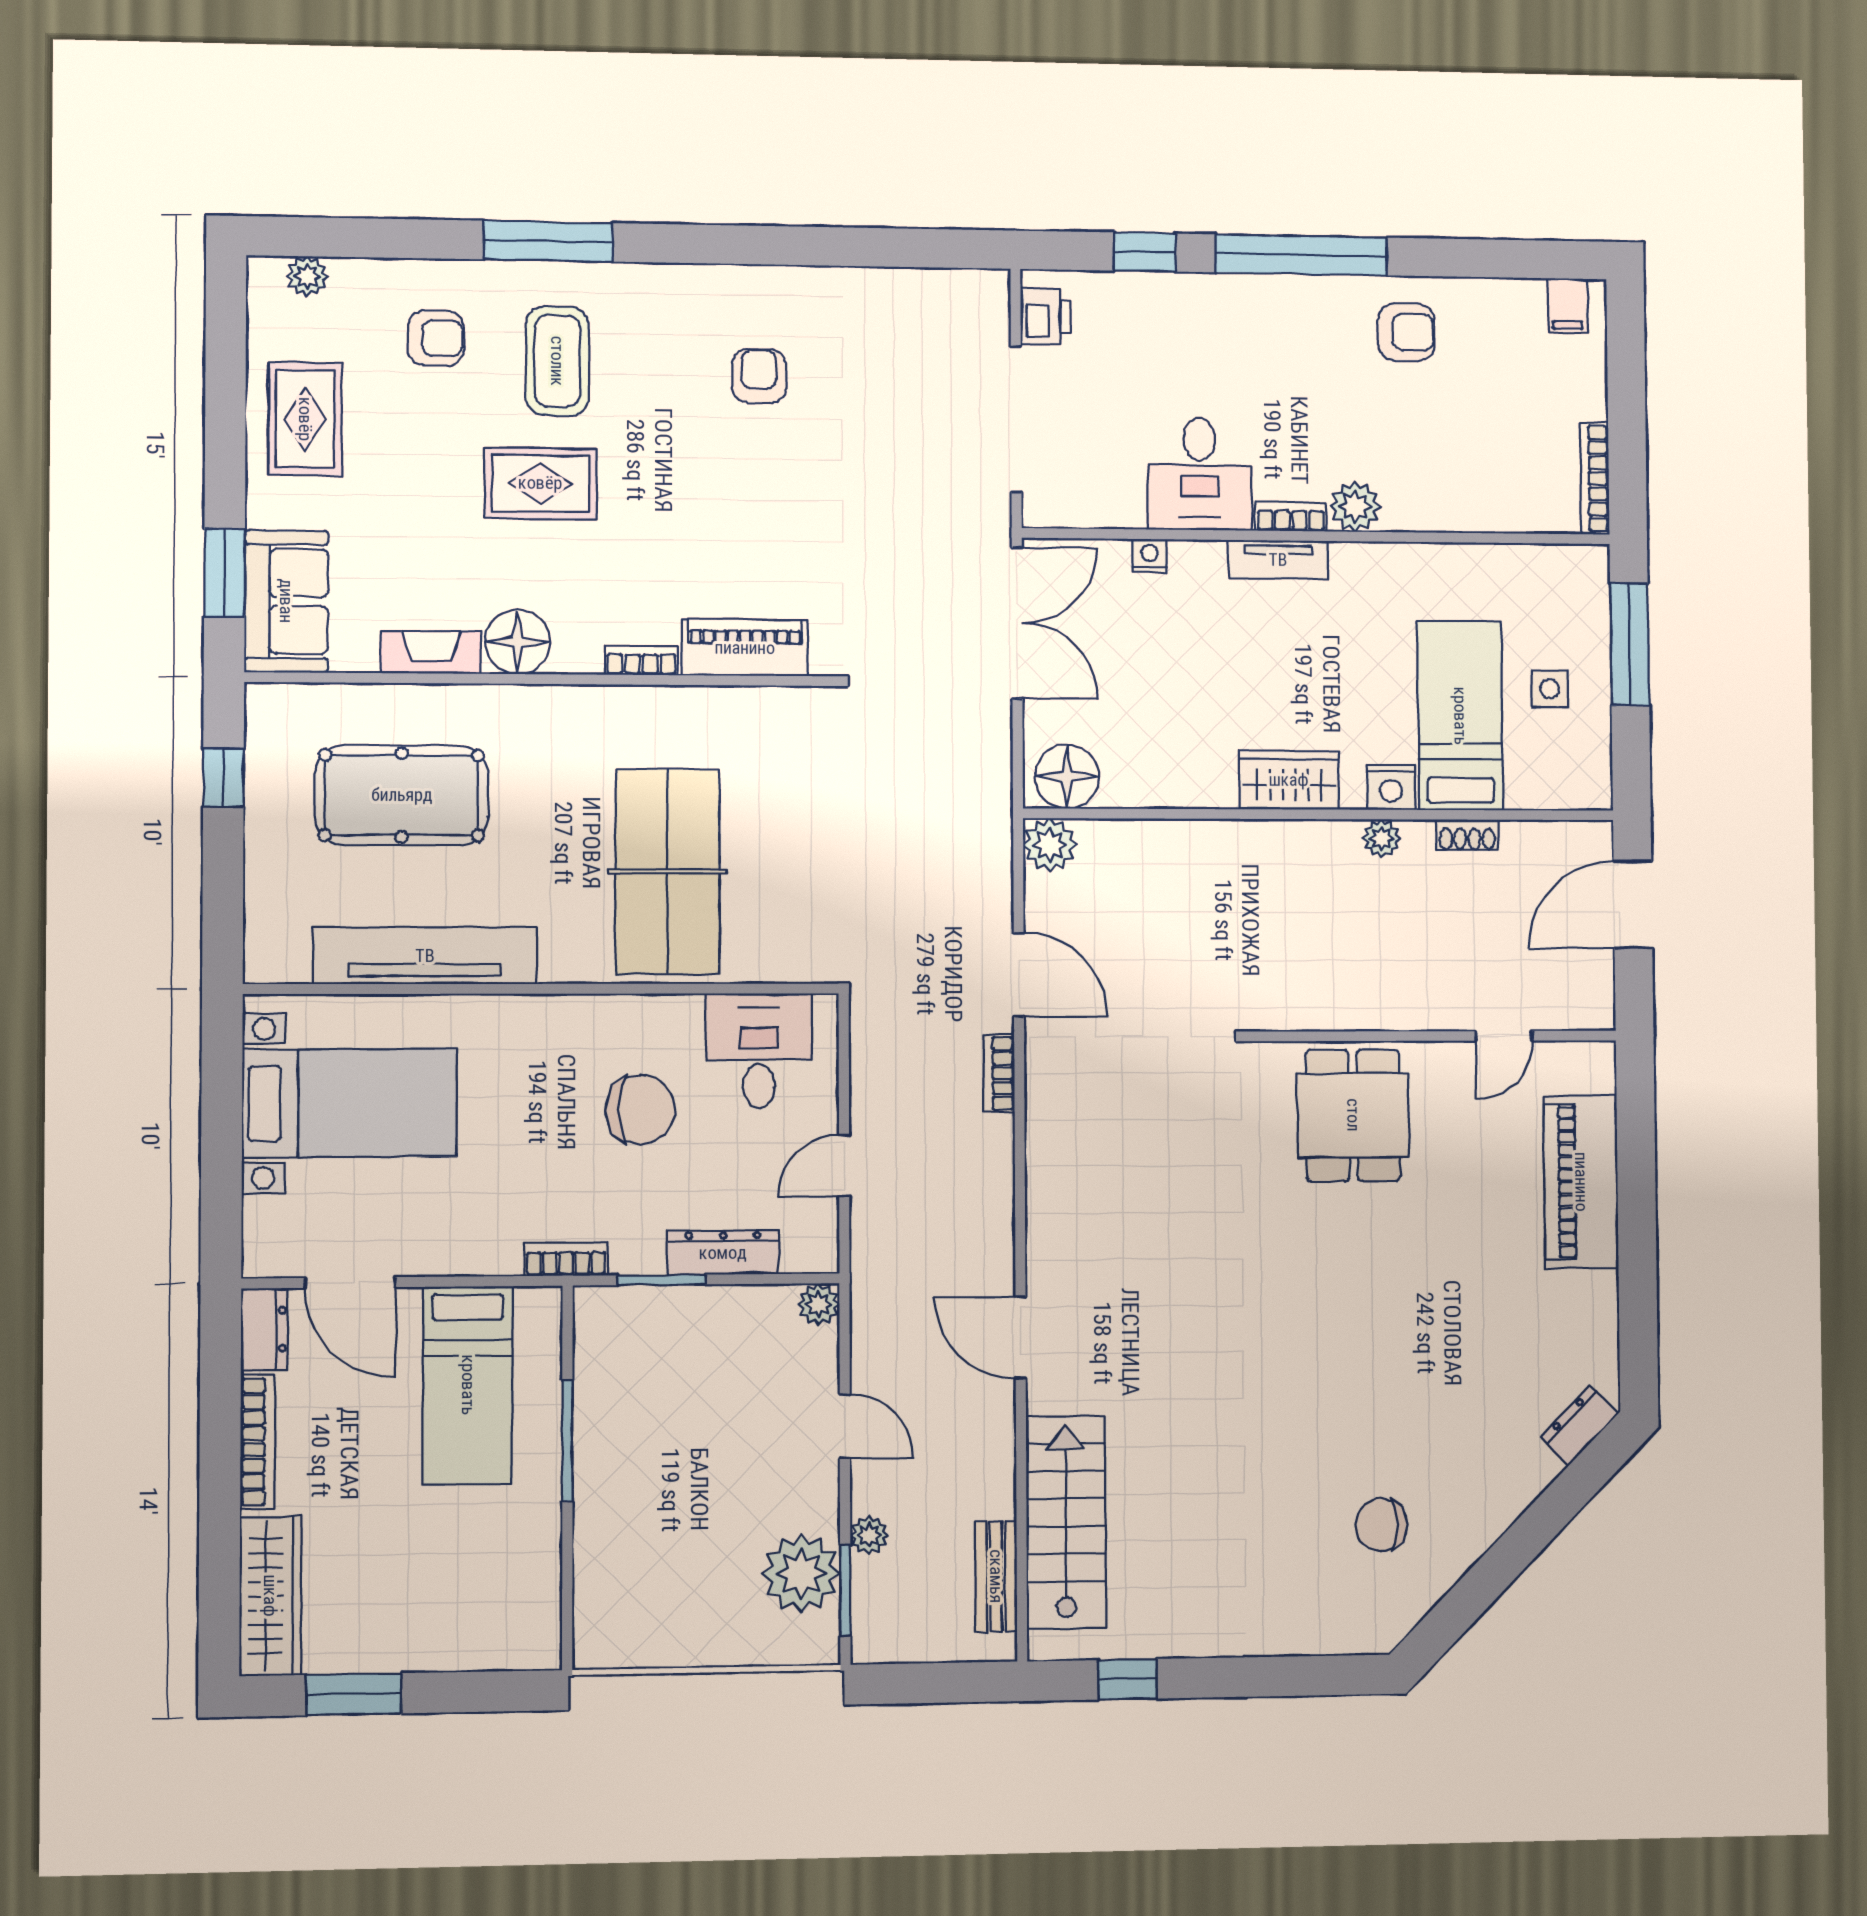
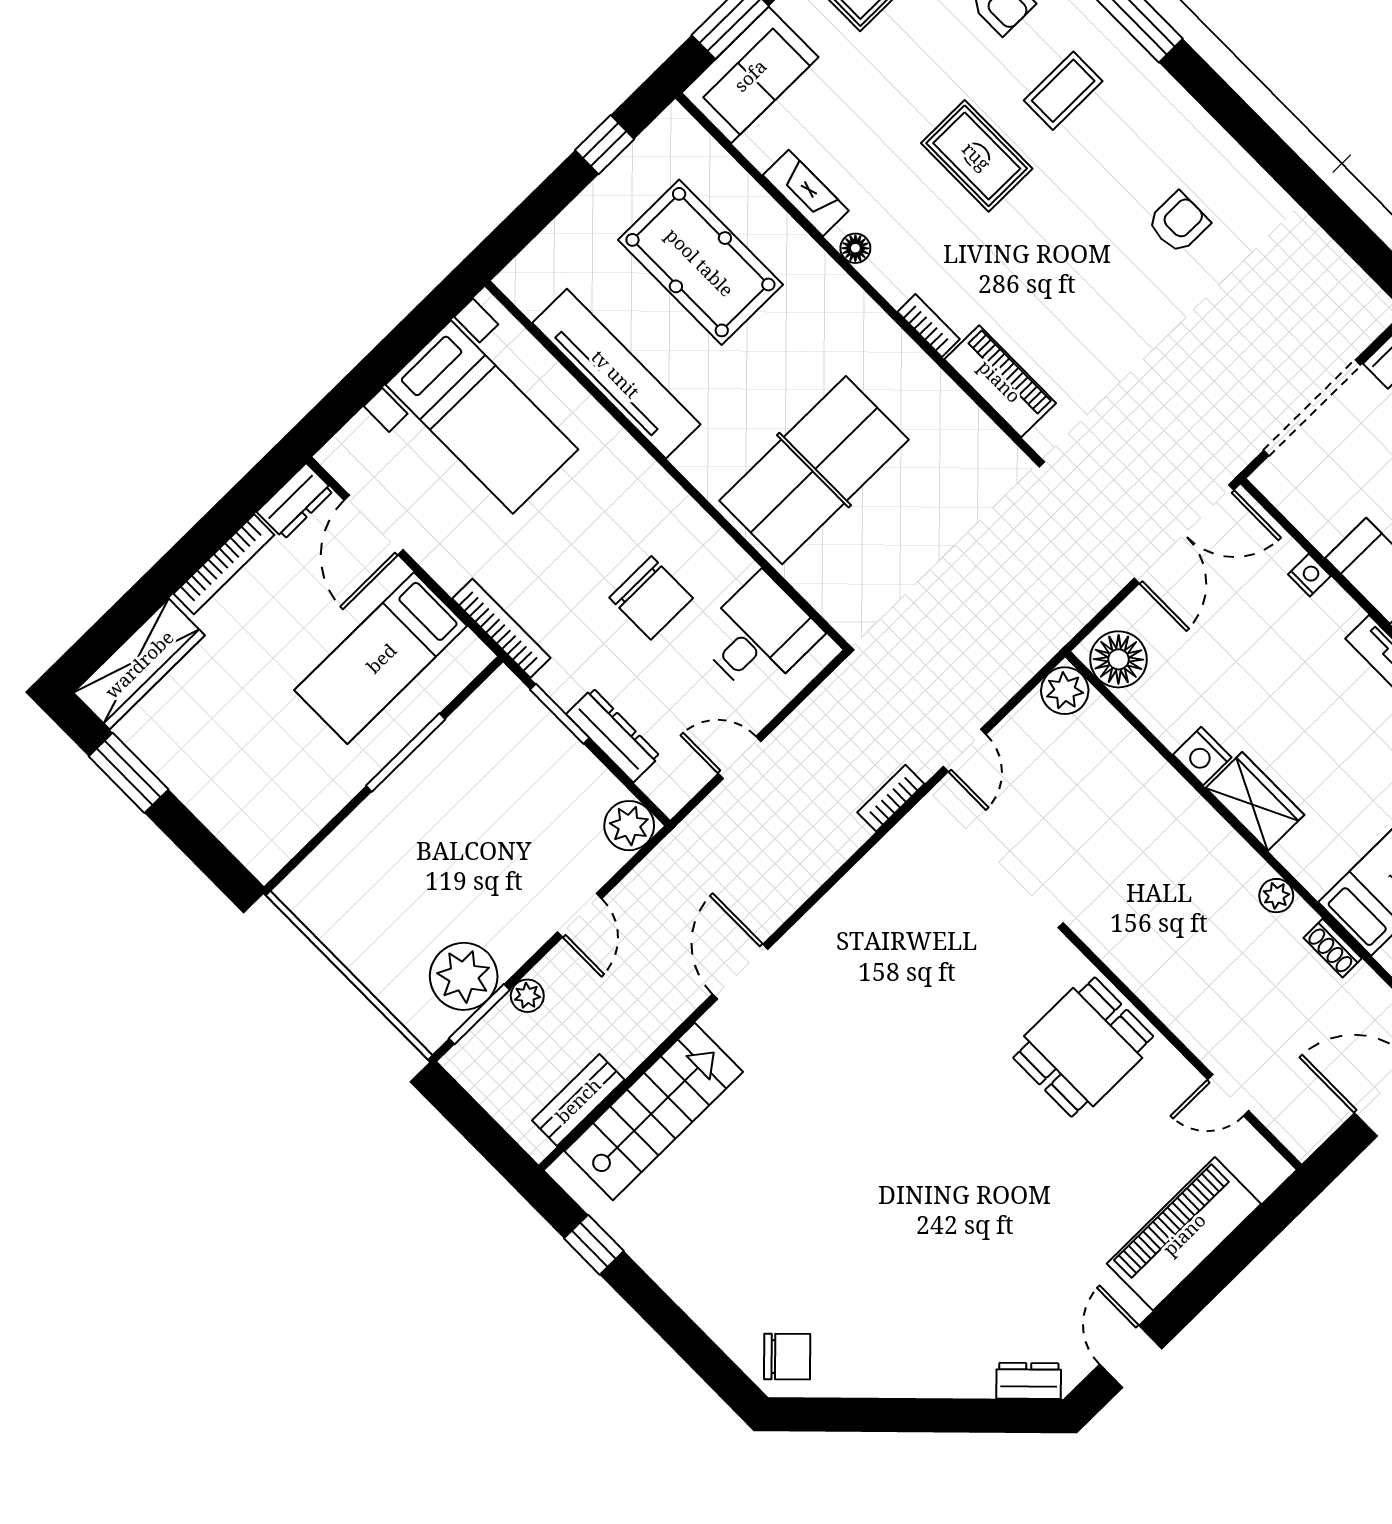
coffee table: (557, 361) -> (1063, 91), width x0.73, depth x0.77
floor lamp: (518, 642) -> (855, 248), width x0.53, depth x0.53
nightstand: (1391, 787) -> (1202, 756), moved
door: (1019, 975) -> (965, 750), width x0.73
bookcase: (566, 1259) -> (501, 628), width x1.56
plant: (819, 1304) -> (629, 826), width x1.38, depth x1.38
door: (1638, 1322) -> (1131, 1356), added
chair: (1381, 1525) -> (787, 1357), moved, turned 135

